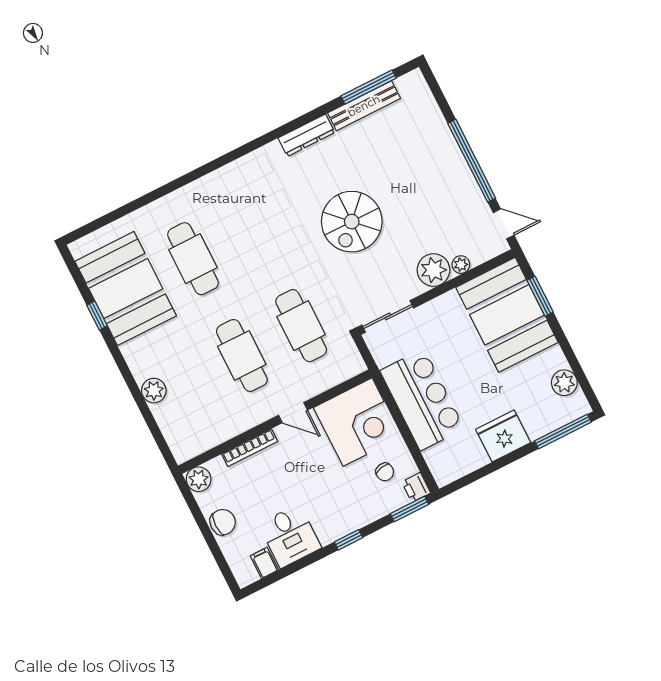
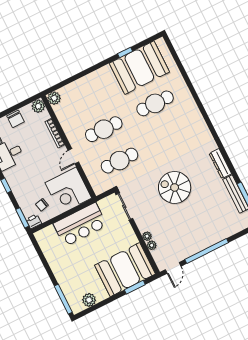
plant: (433, 270) -> (147, 236), width x0.53, depth x0.53
plant: (154, 391) -> (54, 98), moved
fridge: (503, 436) -> (61, 267), removed

